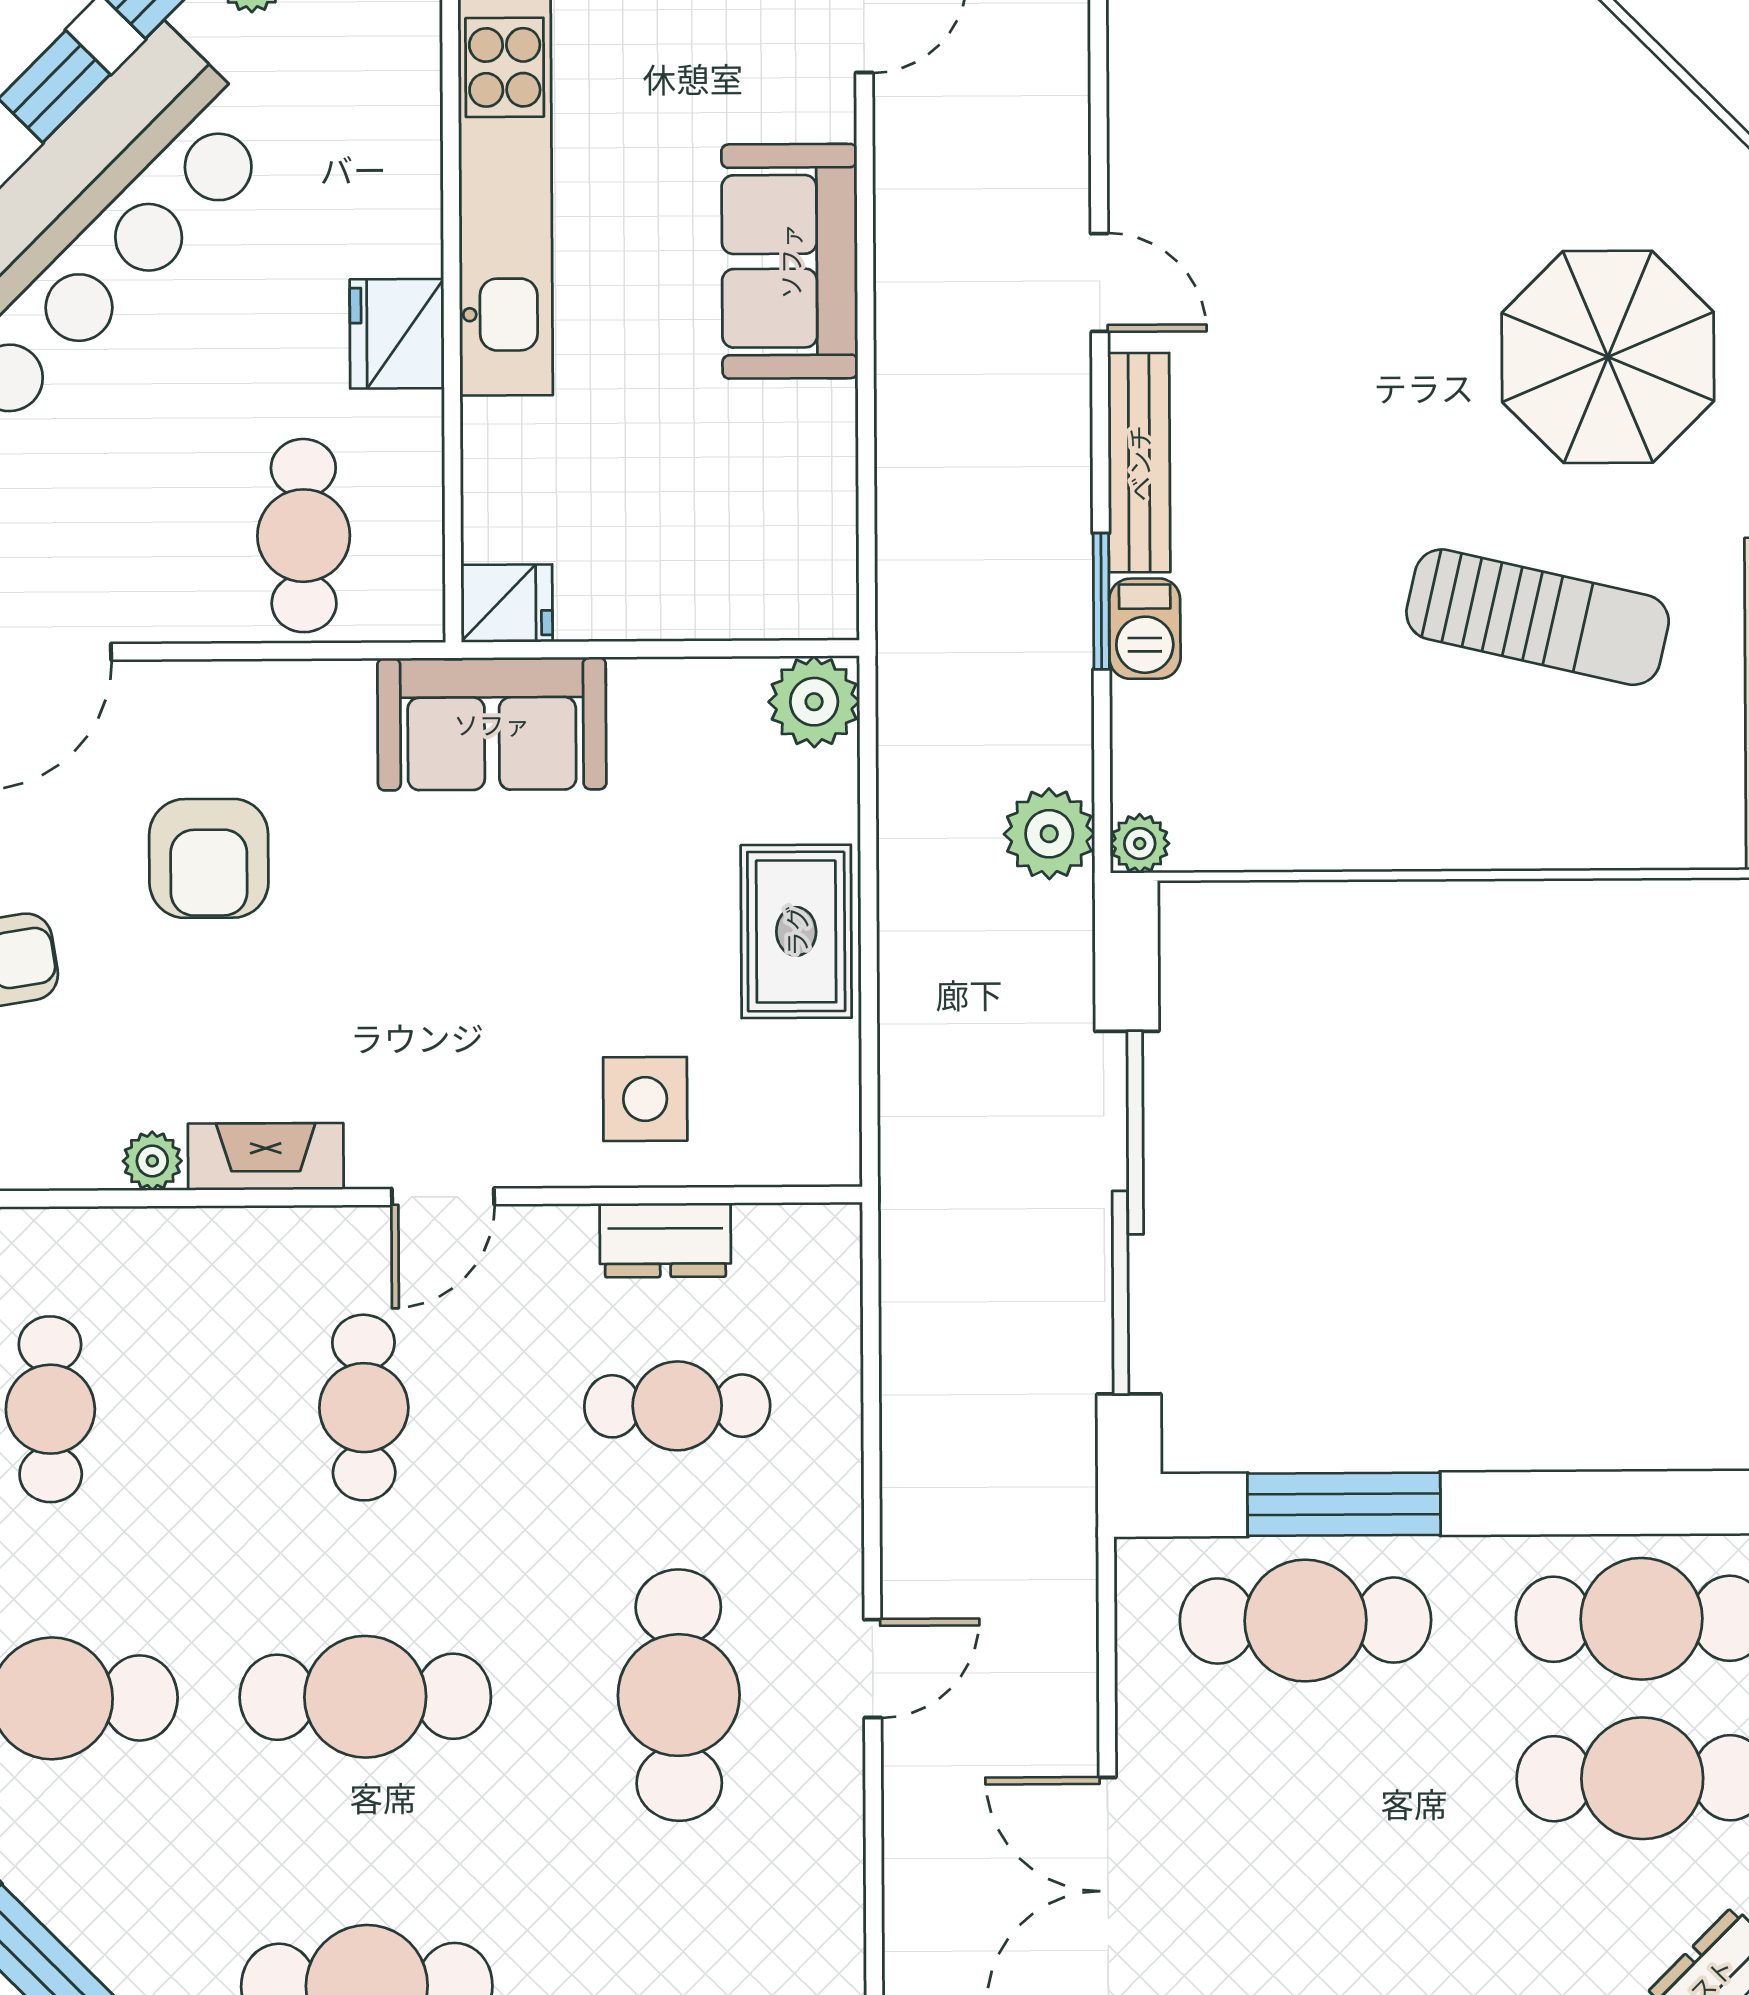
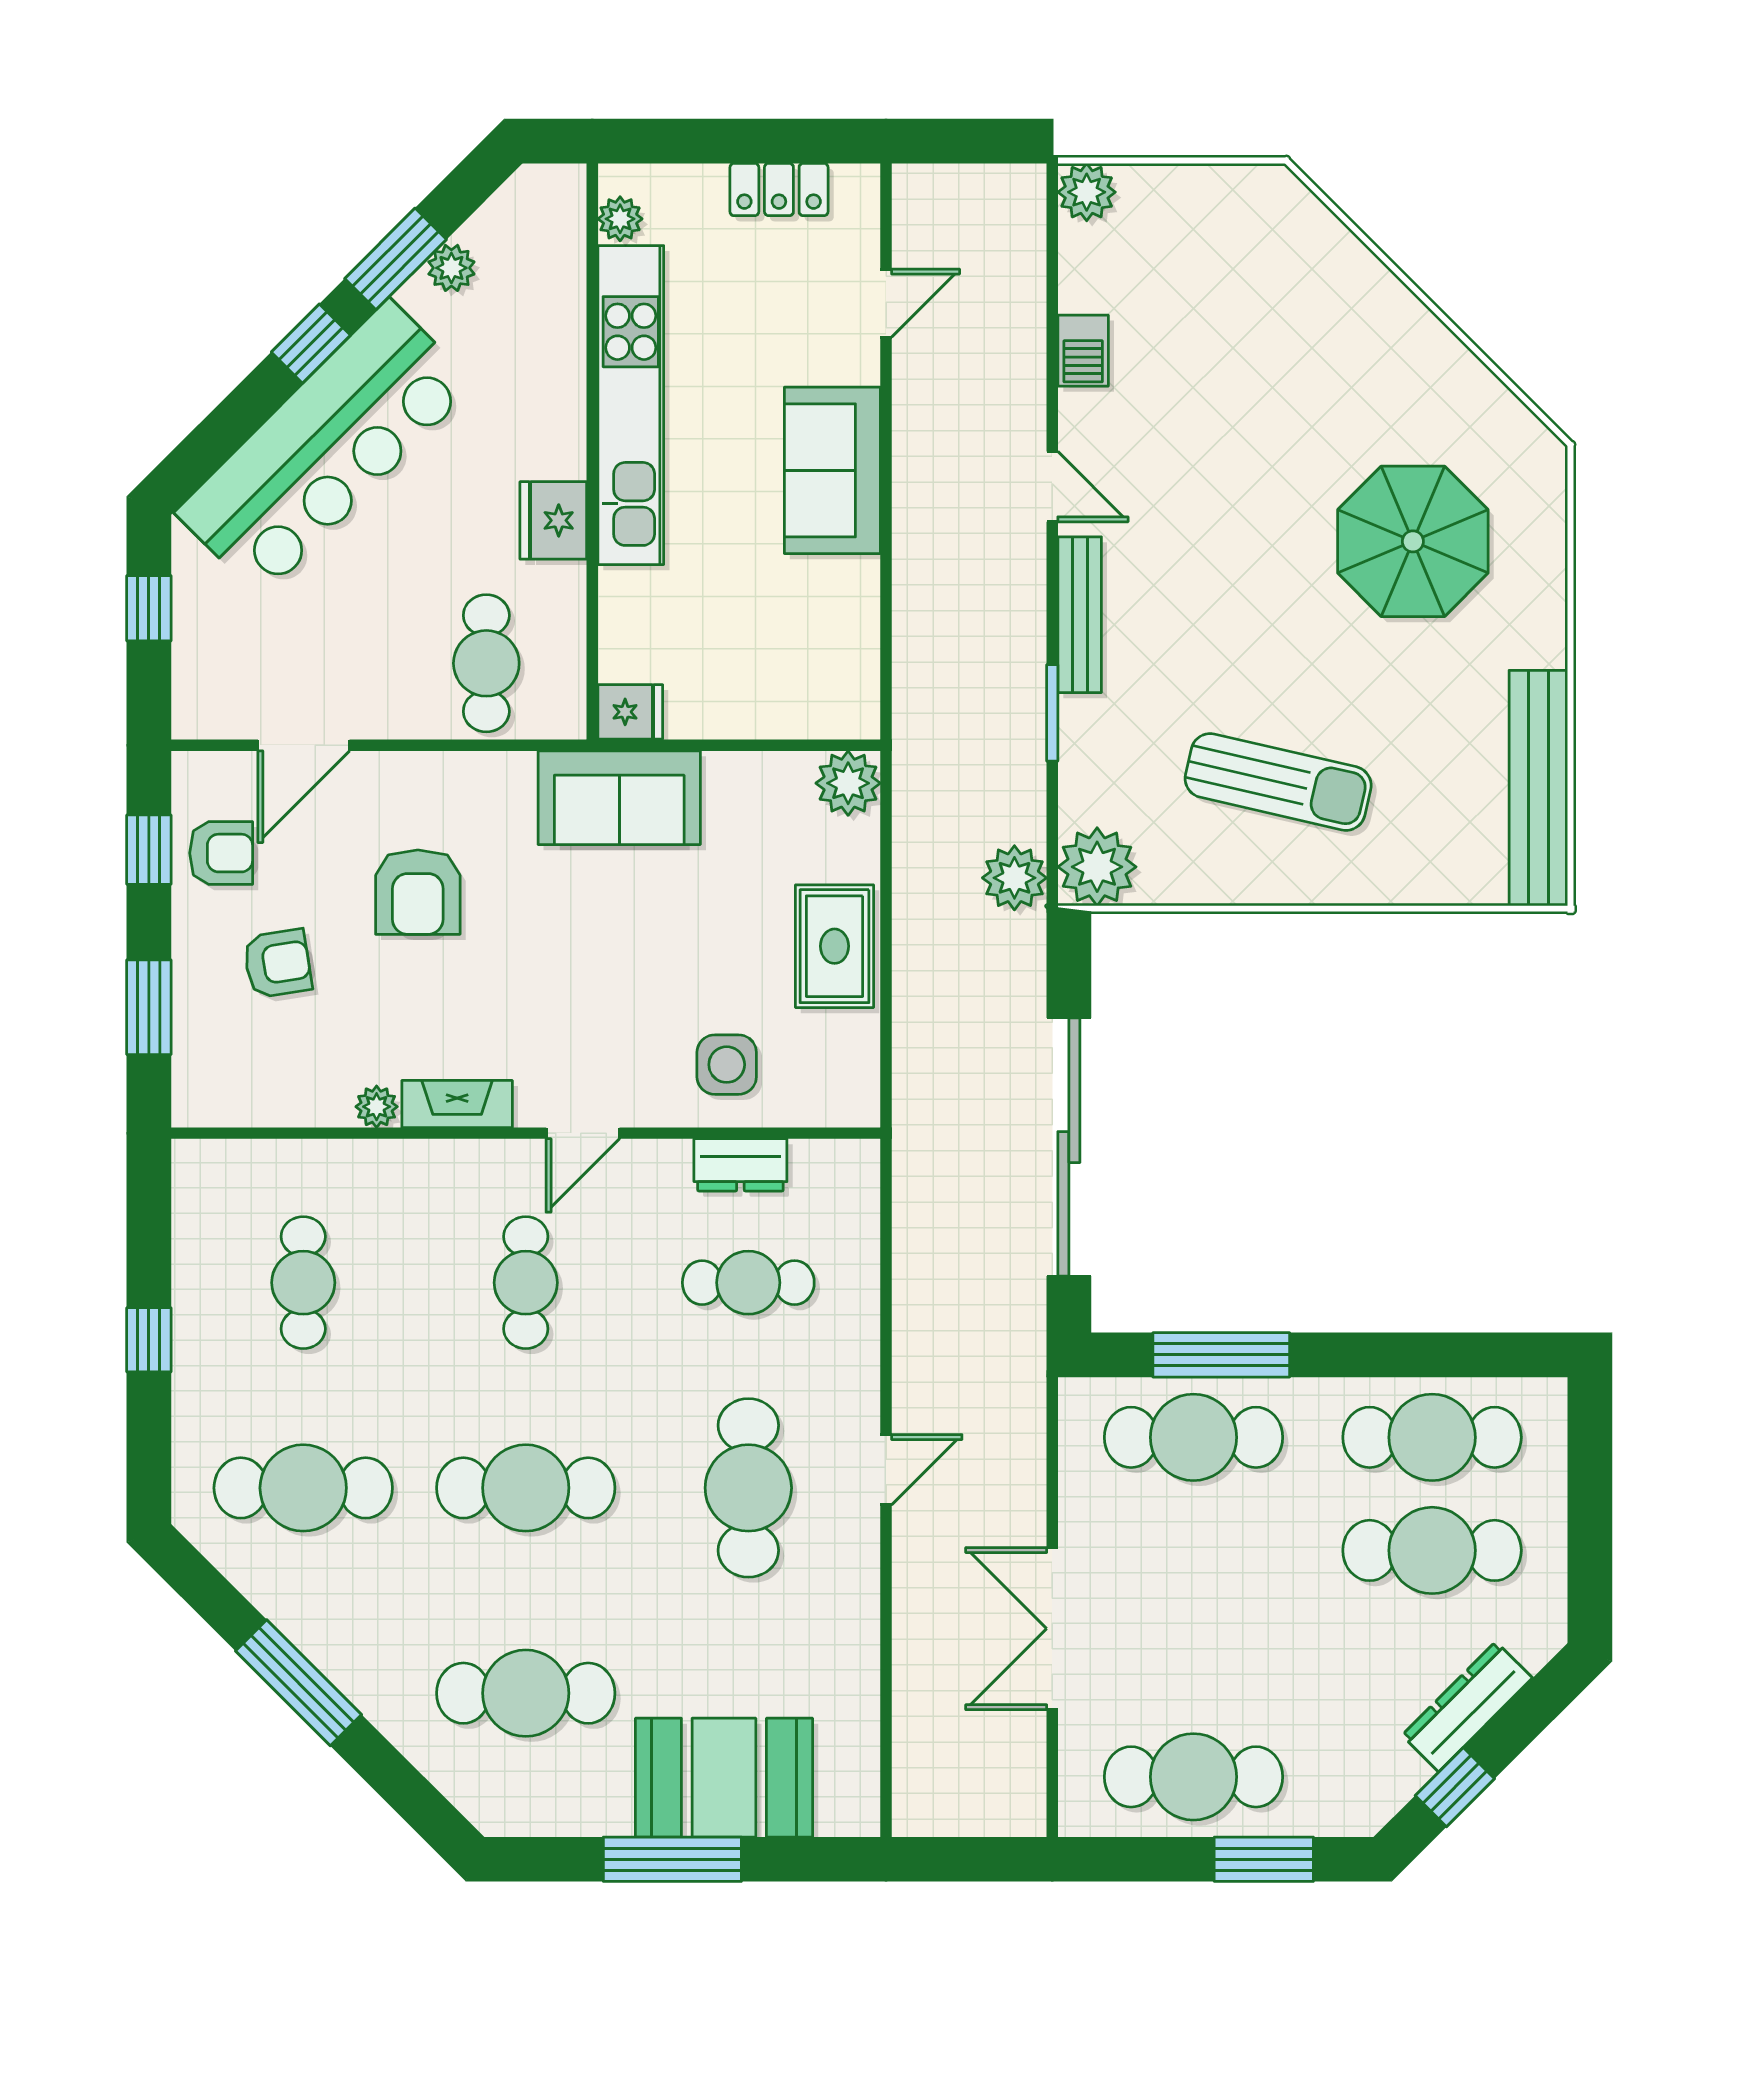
sun lounger: (1538, 617) -> (1278, 782), moved
barbecue: (1145, 629) -> (1083, 351), moved
plant: (1140, 844) -> (1097, 867), width x1.87, depth x1.87

